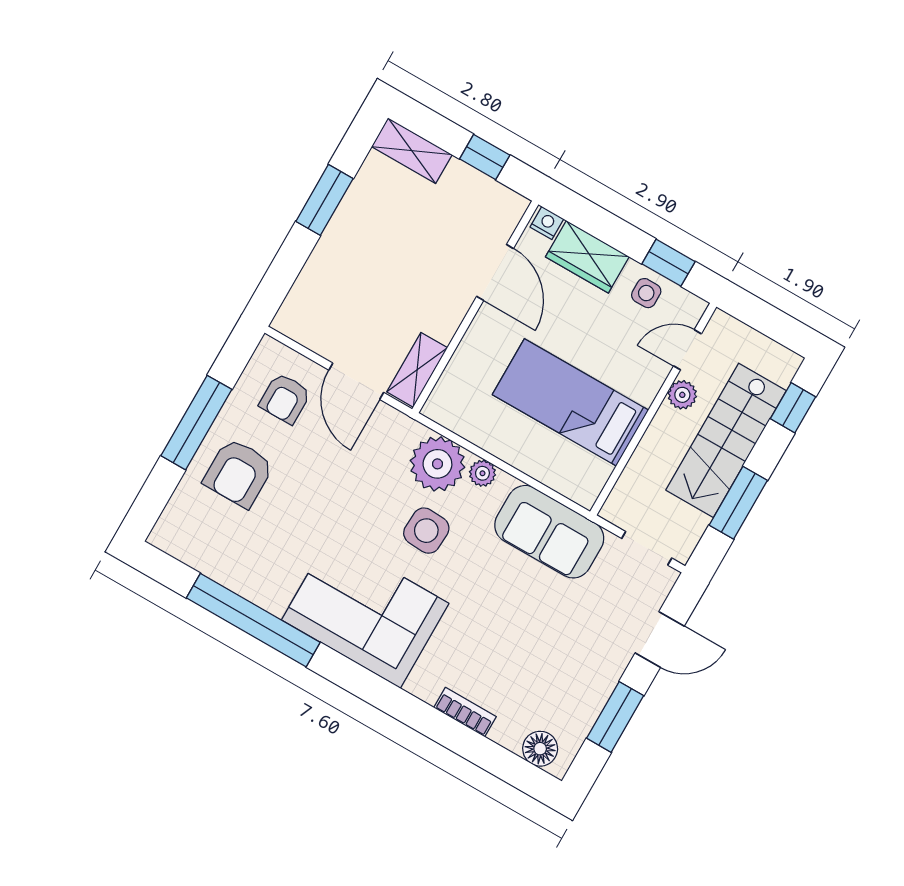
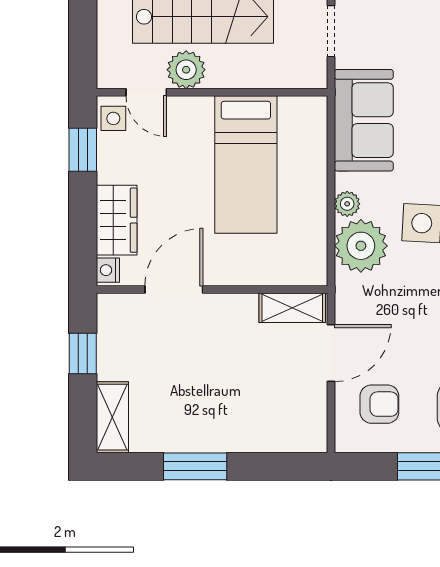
side table: (646, 293) -> (113, 118), moved
plant: (682, 395) -> (186, 70), width x1.38, depth x1.38

